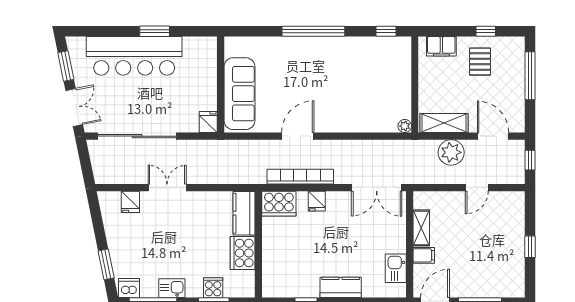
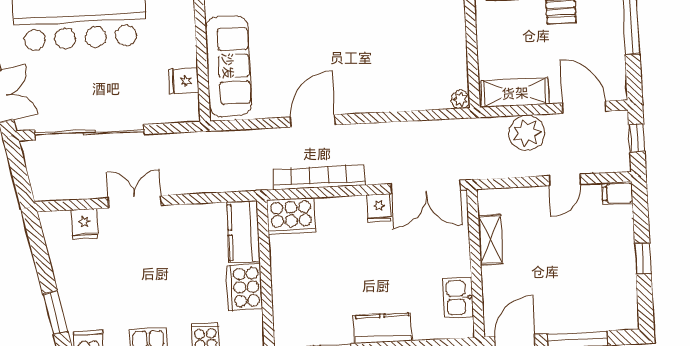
fridge: (208, 122) -> (184, 81), moved, turned -90
fridge: (317, 201) -> (379, 208), moved
filing cabinet: (424, 255) -> (618, 193), moved, turned 180

